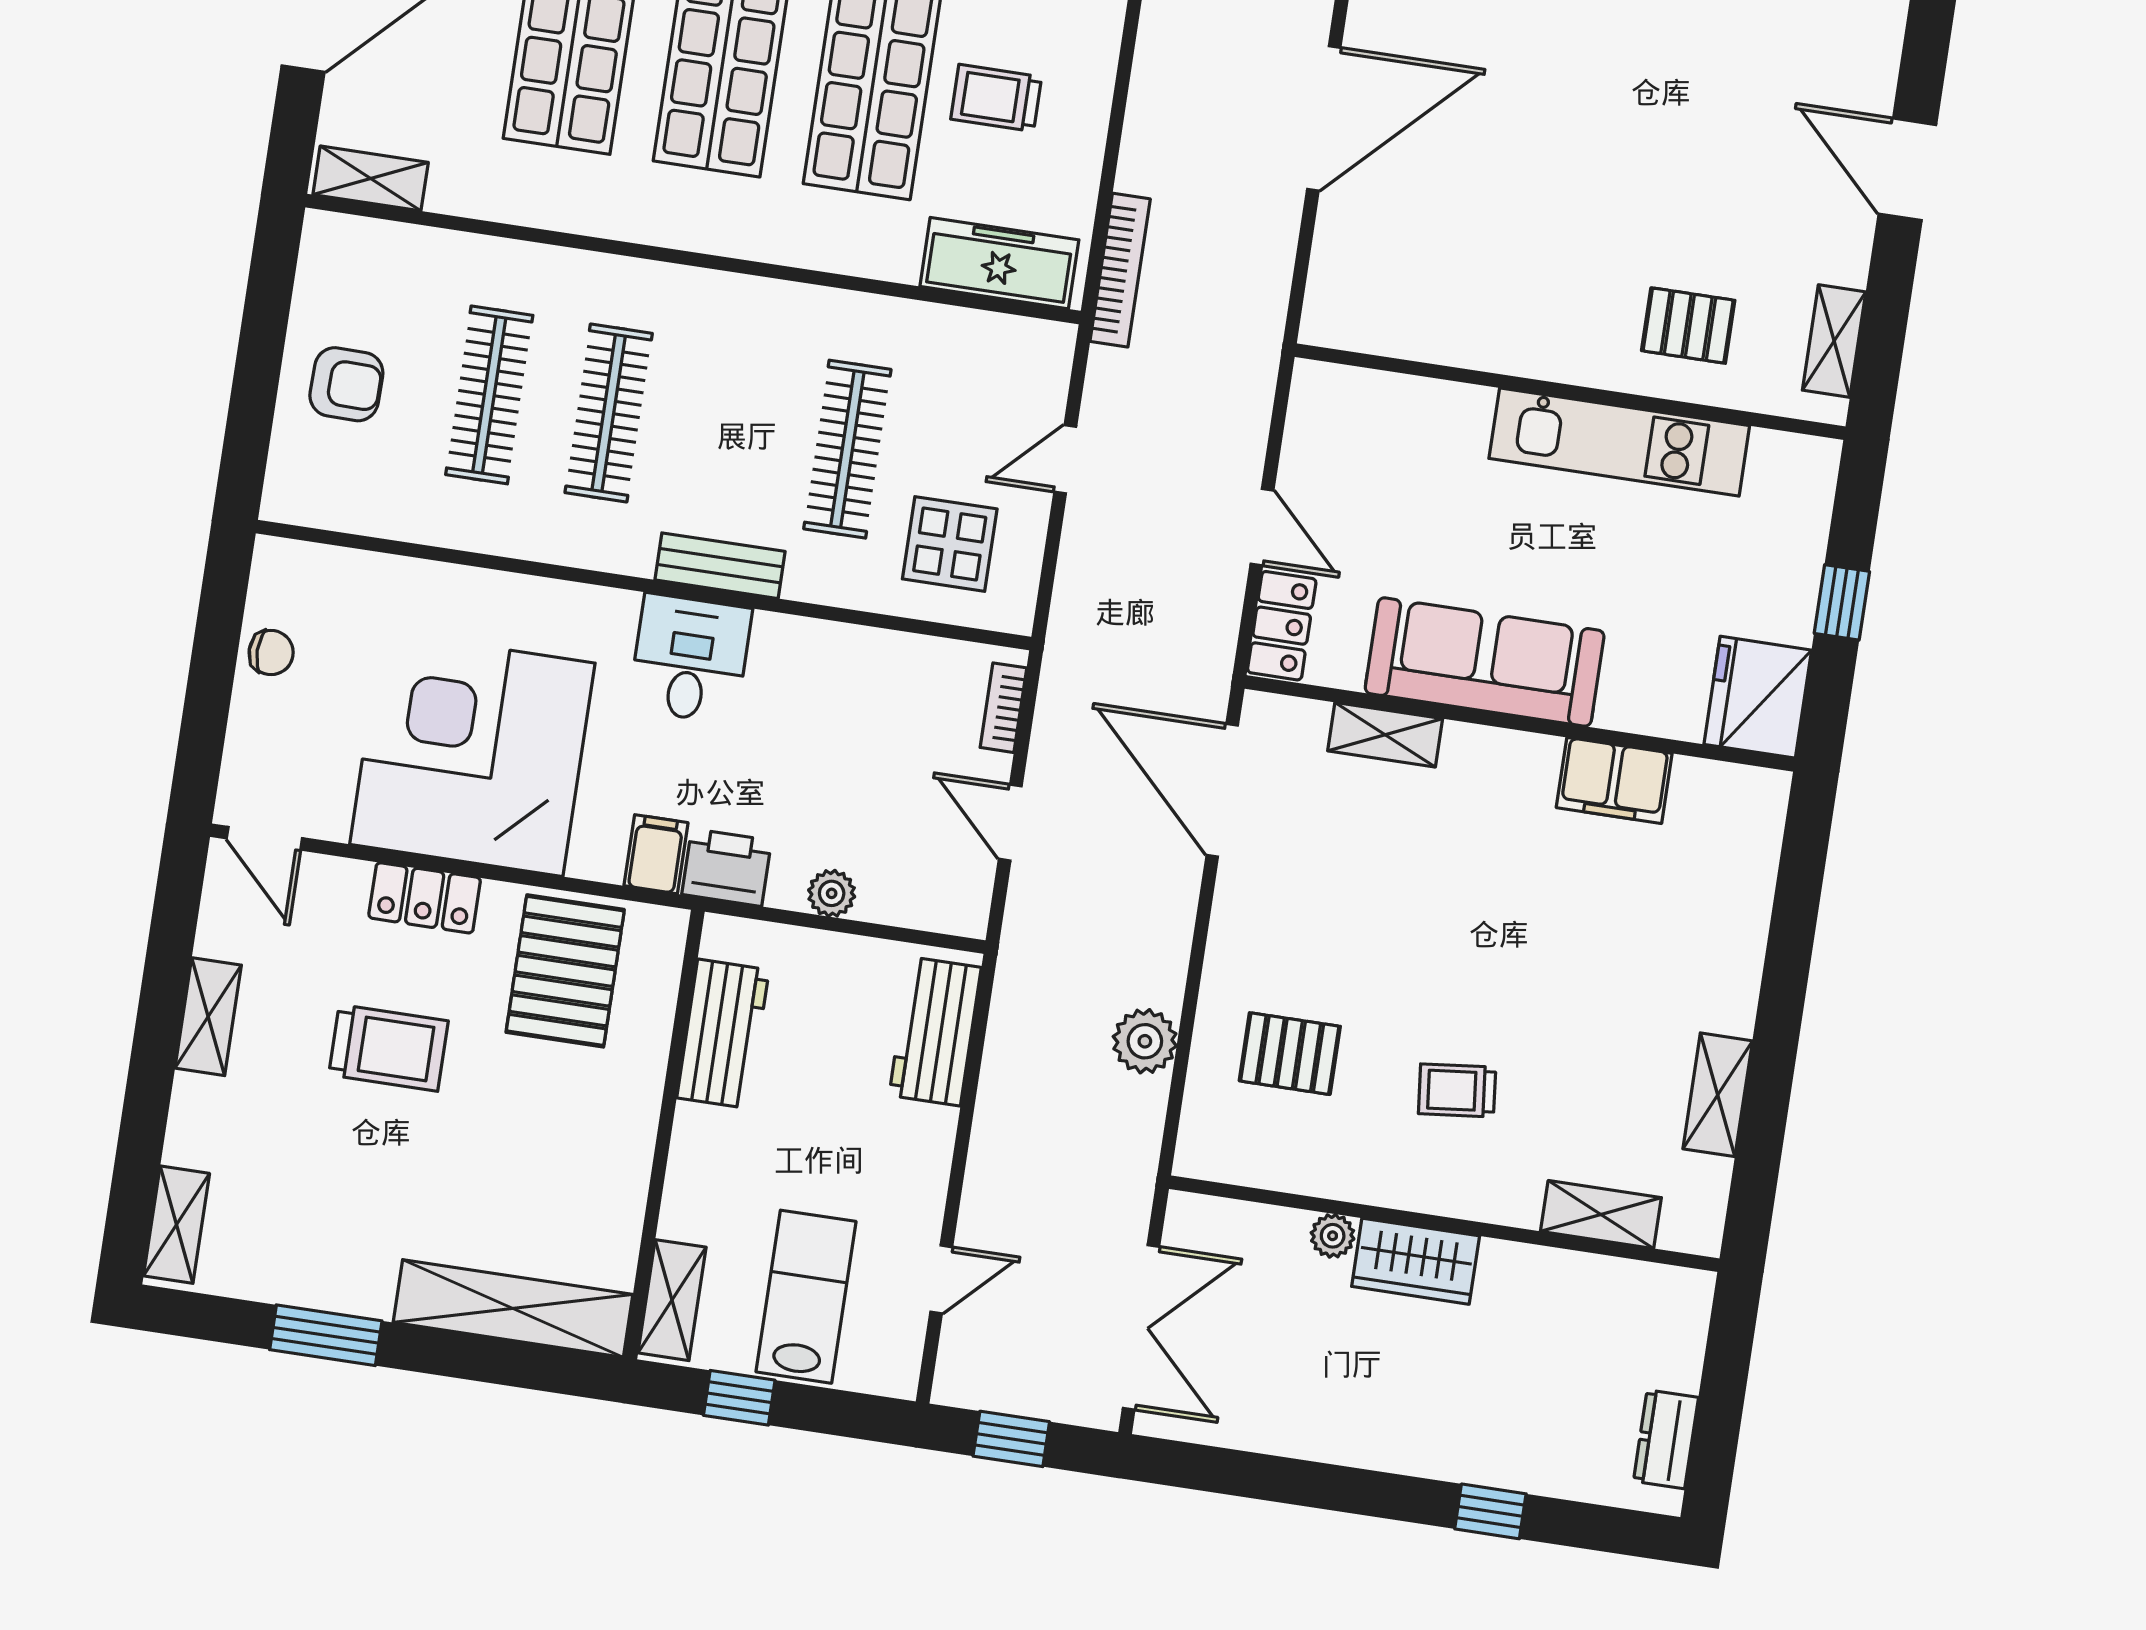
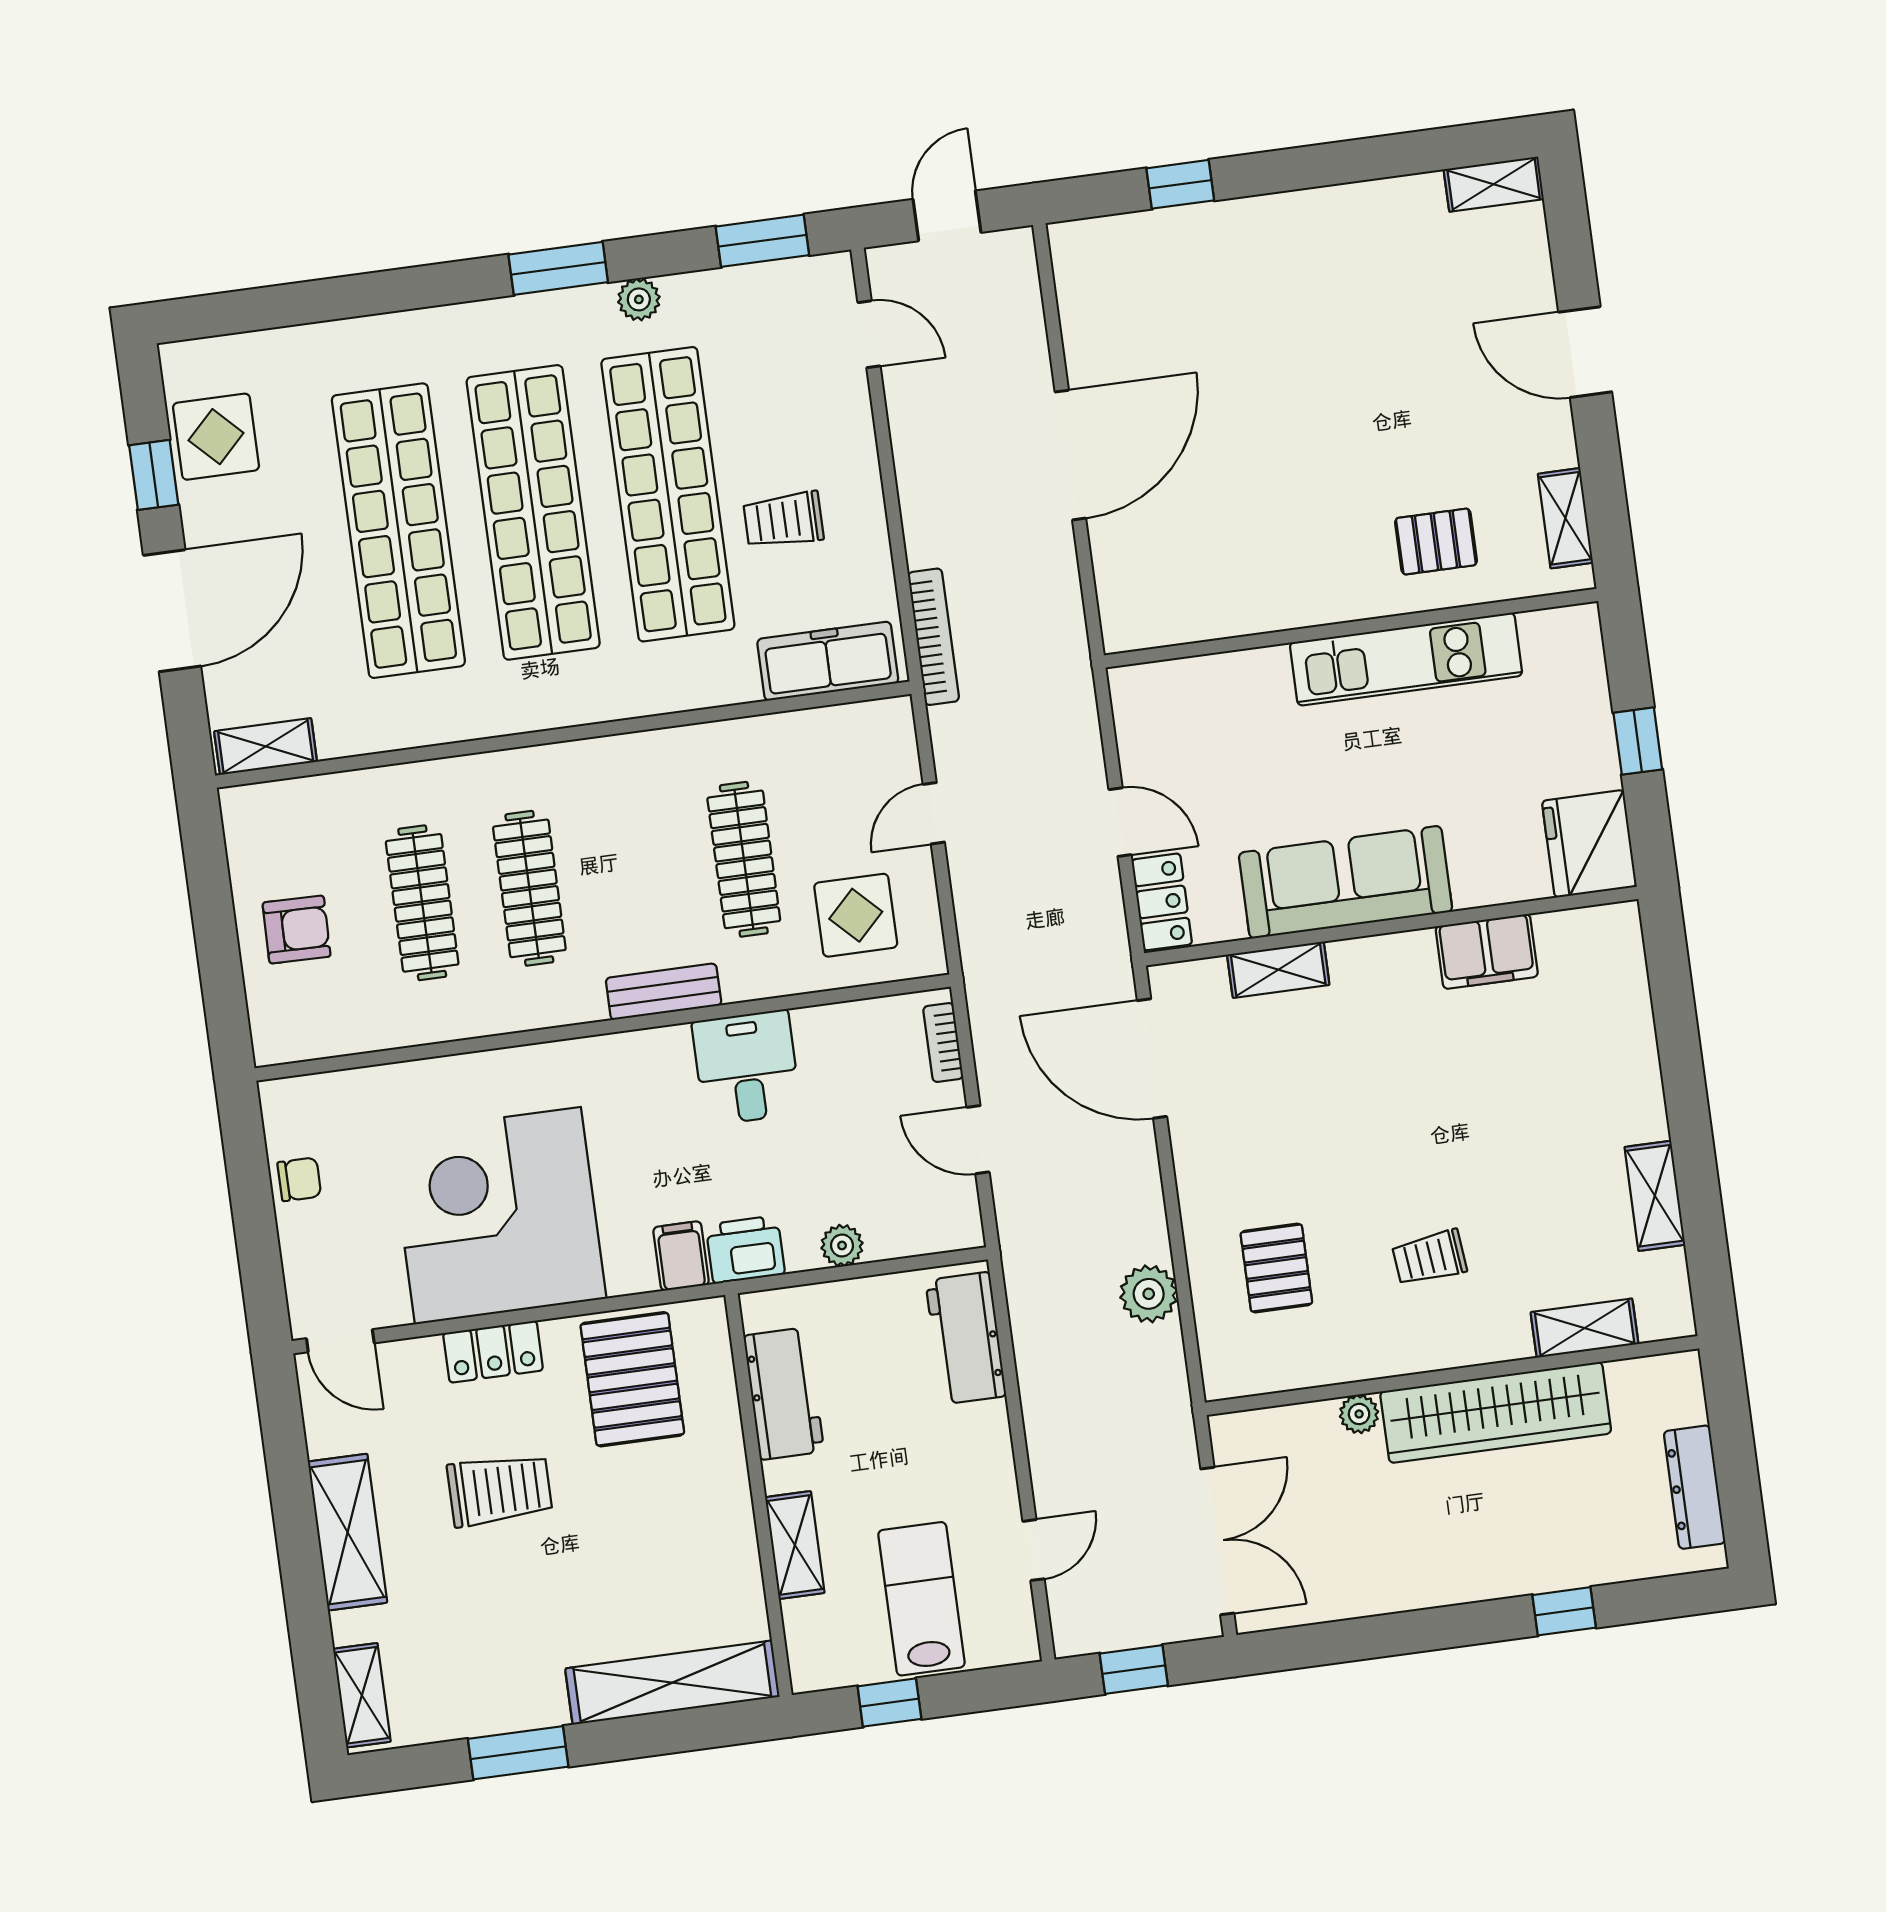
desk: (690, 659) -> (746, 1068), moved
shelving: (208, 1017) -> (348, 1532), width x1.50, depth x1.33
pallet: (1290, 1054) -> (1276, 1268), turned 90
wardrobe: (1416, 1261) -> (1496, 1412), width x2.10, depth x1.17
shelving: (672, 1300) -> (795, 1545), moved
dresser: (1666, 1439) -> (1695, 1487), width x1.44

